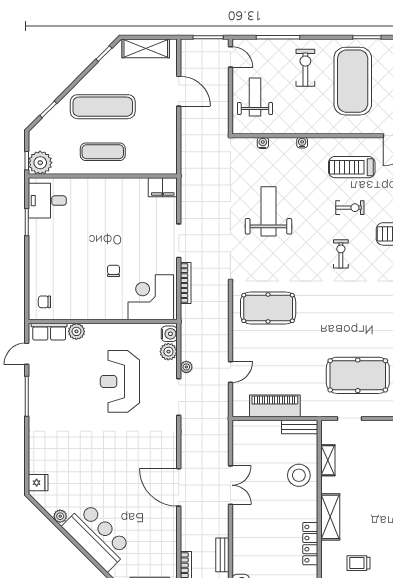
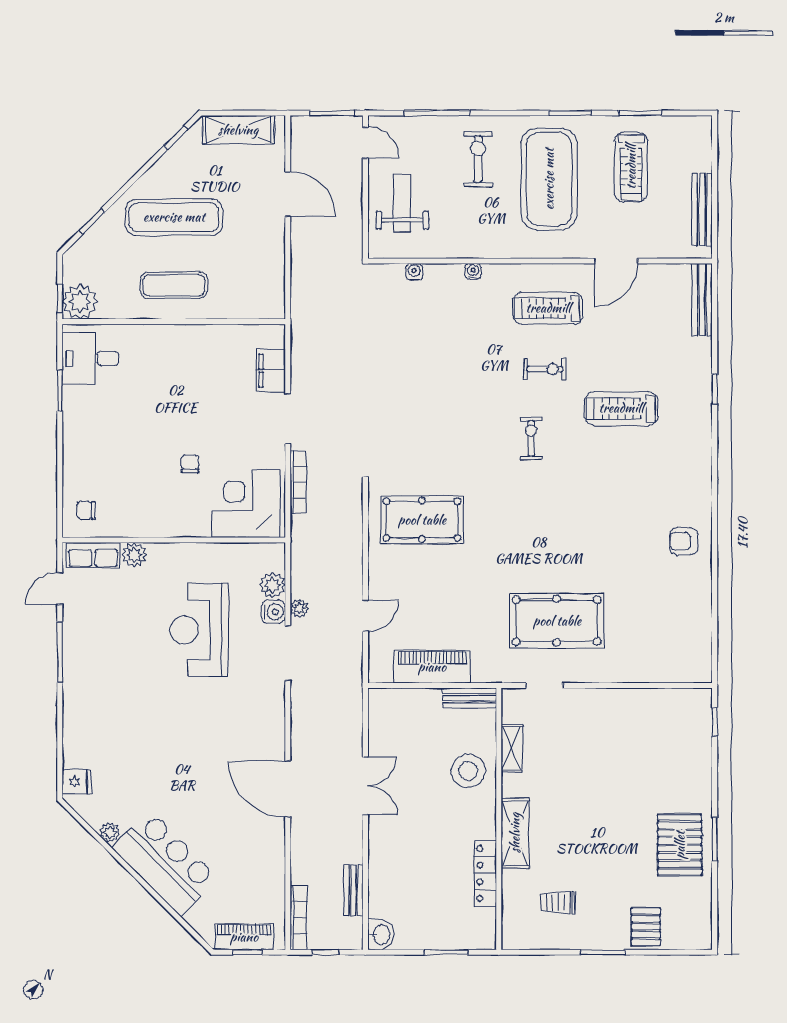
filing cabinet: (163, 187) -> (271, 371), moved, turned 90
weight bench: (268, 211) -> (423, 375), removed
water cooler: (169, 334) -> (273, 612), moved

